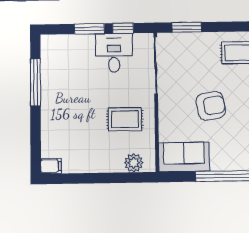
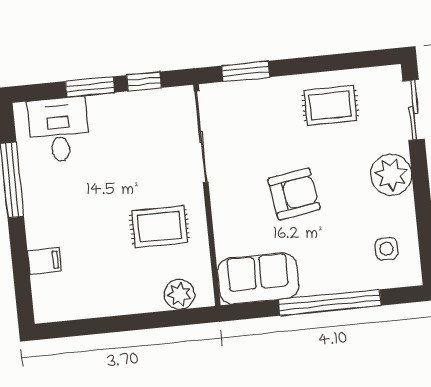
desk: (114, 53) -> (59, 130), moved
filing cabinet: (51, 166) -> (44, 261), moved

